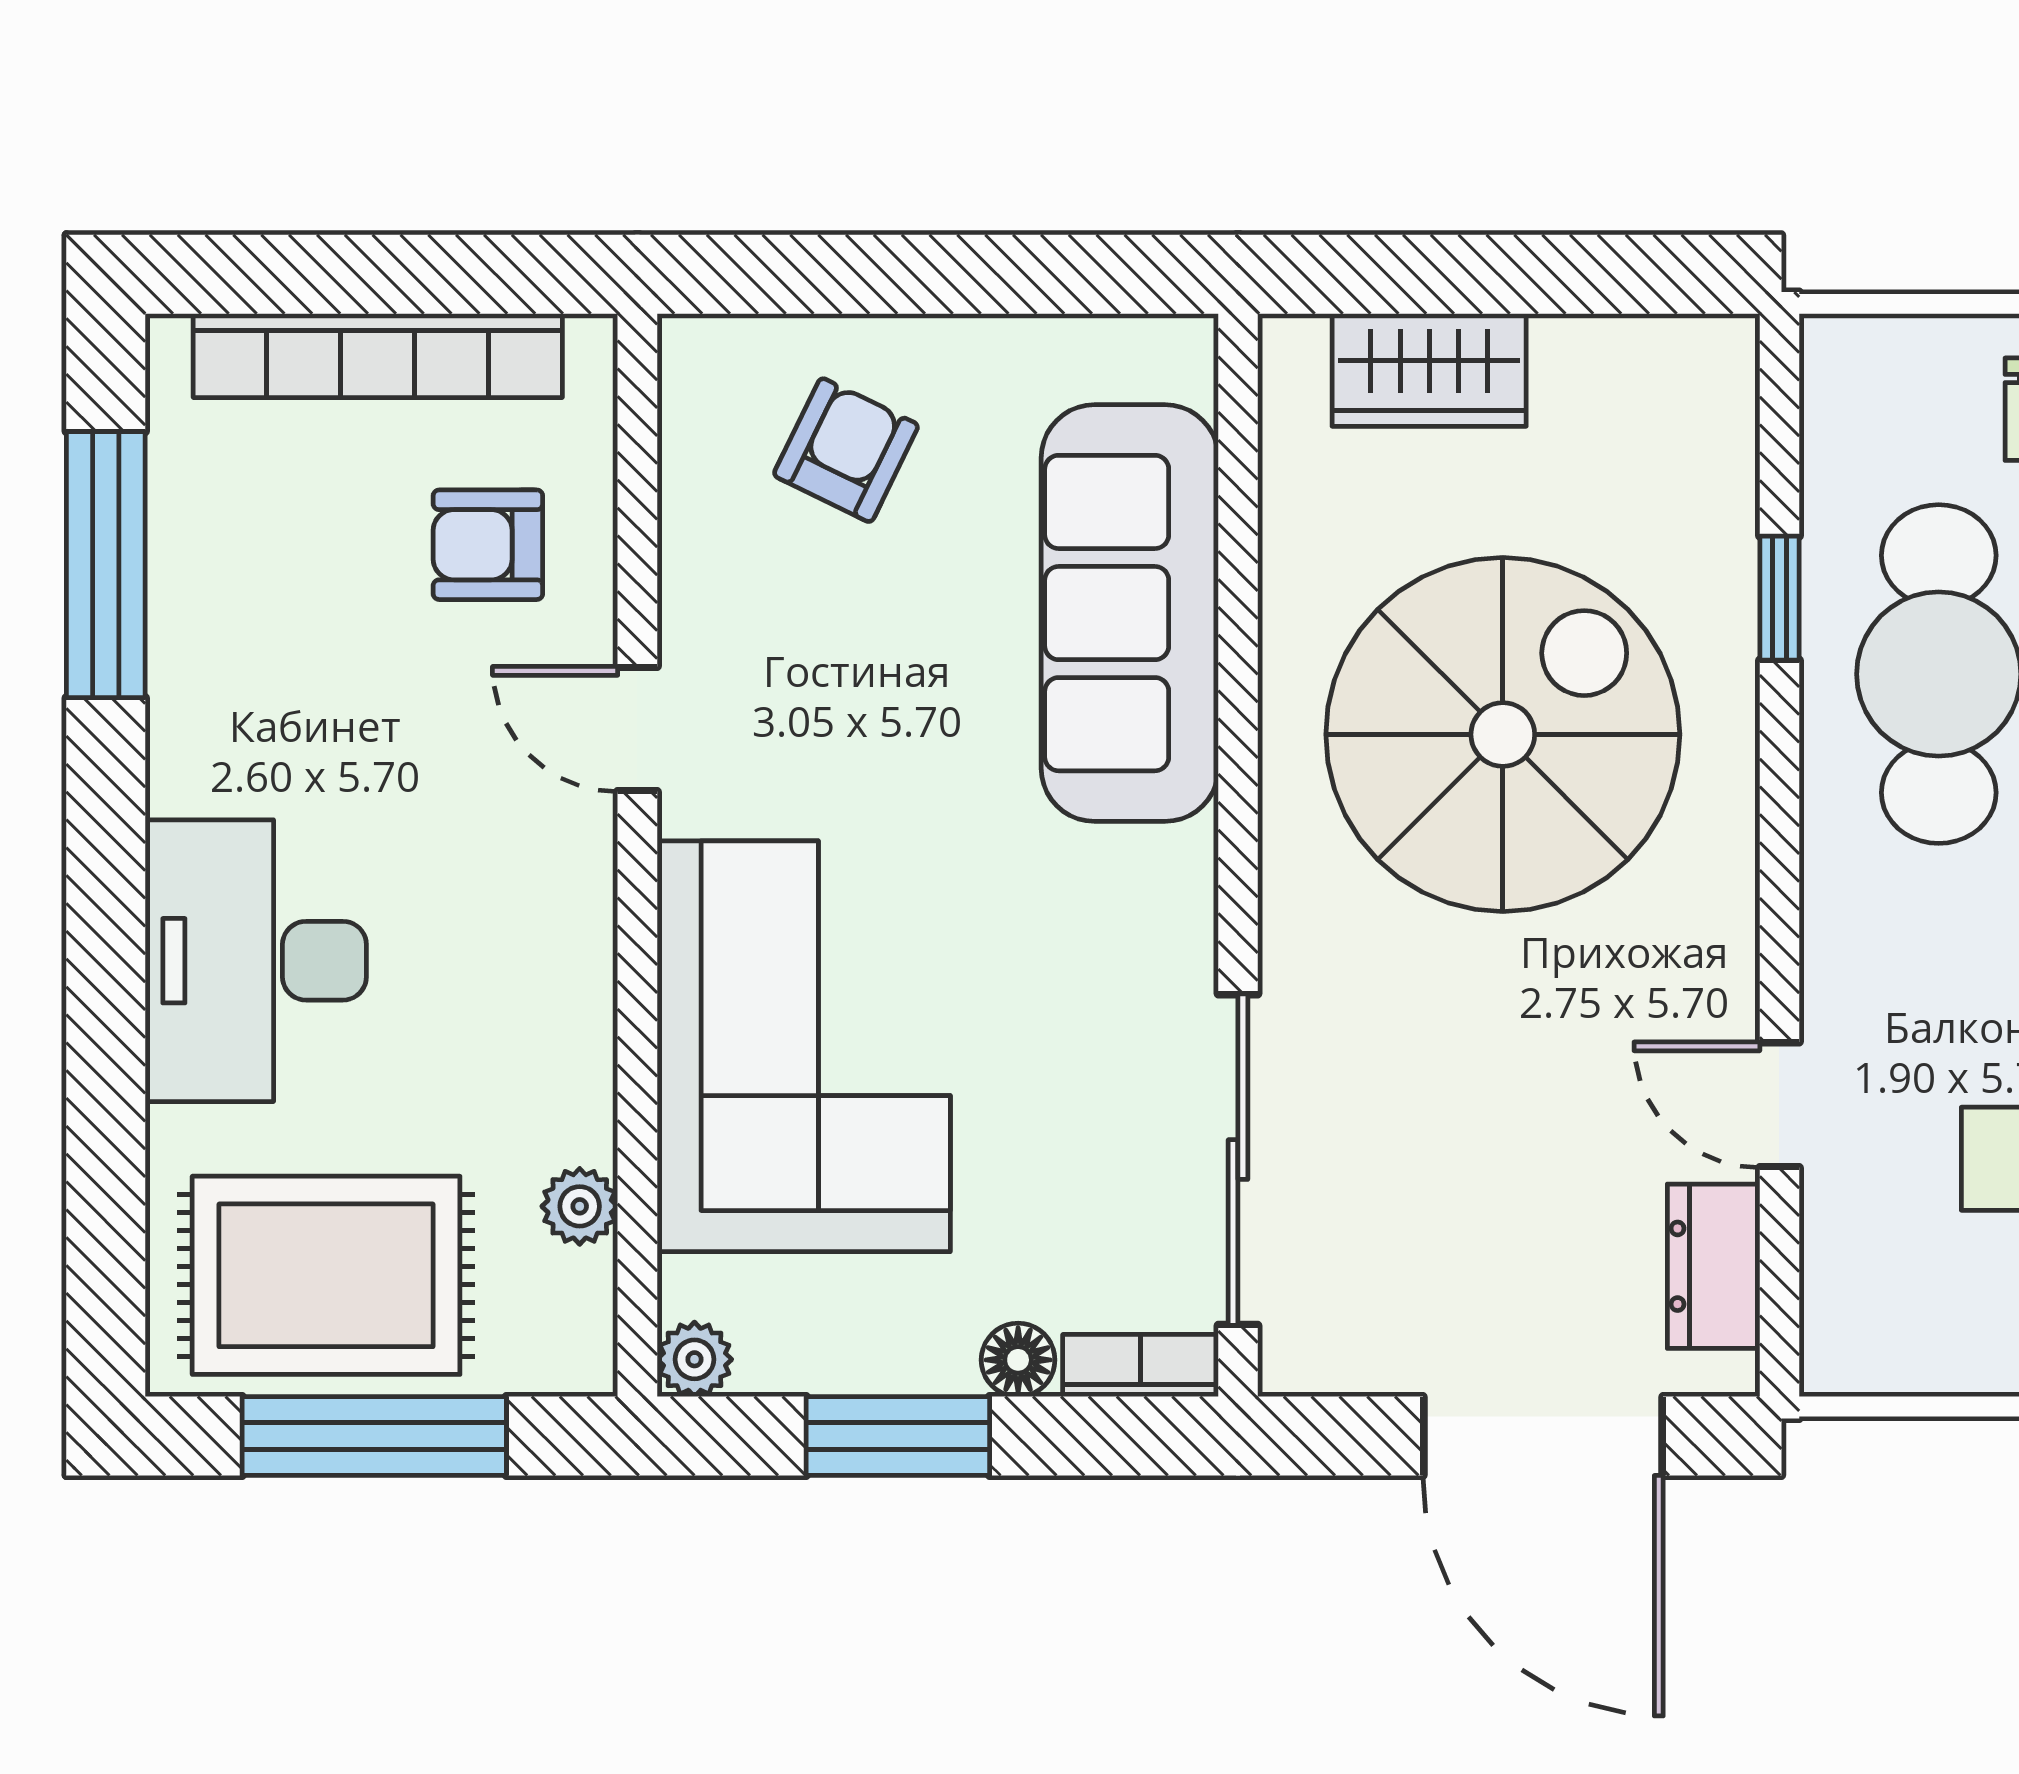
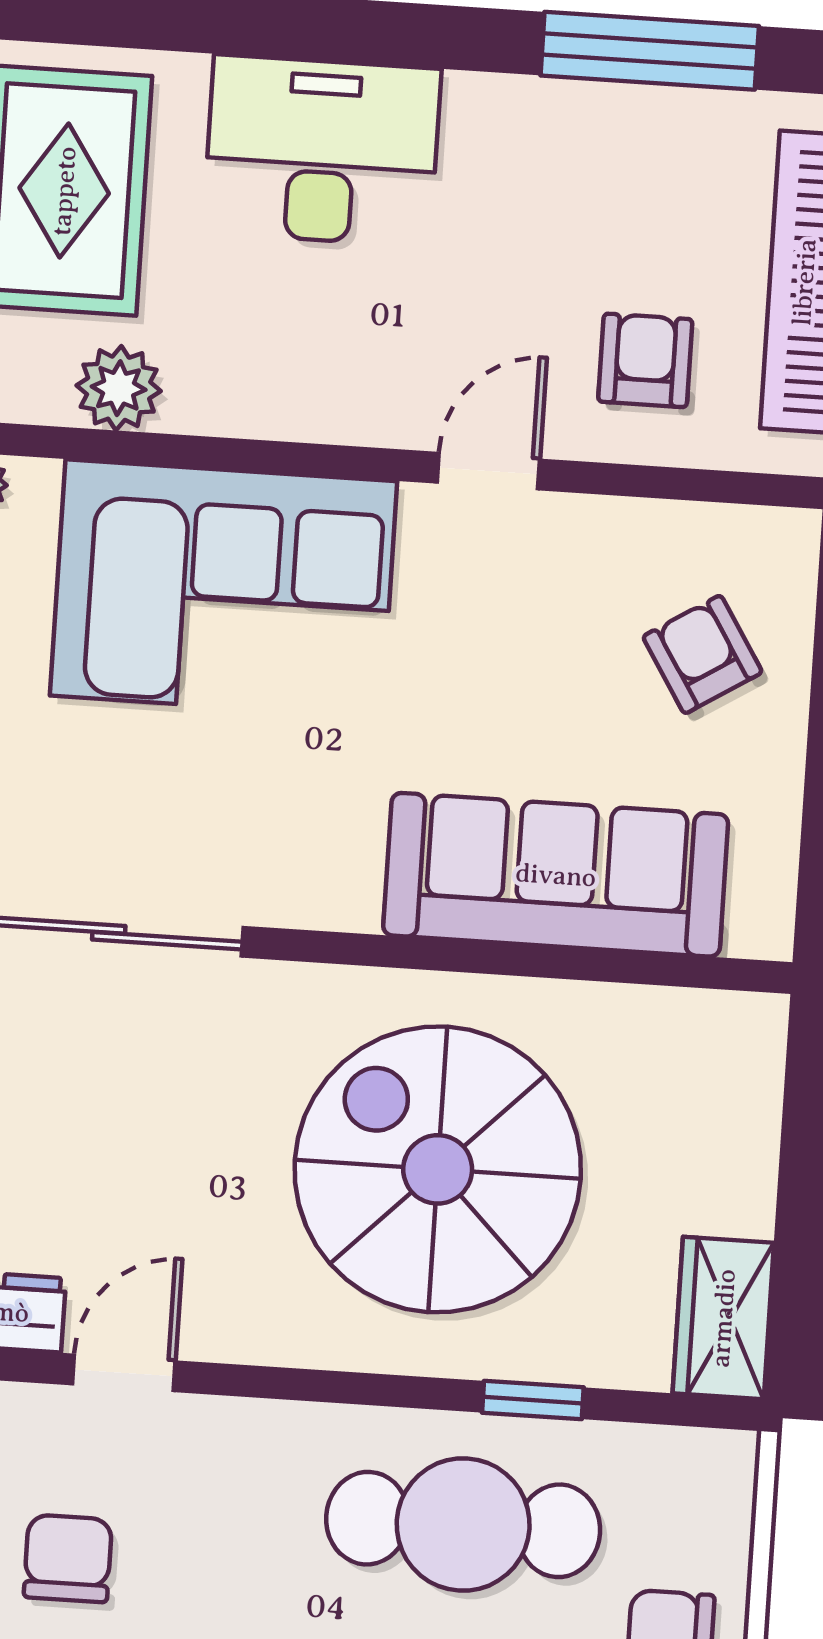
wardrobe: (1429, 370) -> (723, 1318), moved
armchair: (846, 450) -> (702, 654), turned -148
spiral stairs: (1503, 734) -> (438, 1169), turned 180
plant: (580, 1206) -> (119, 388), width x1.38, depth x1.38

